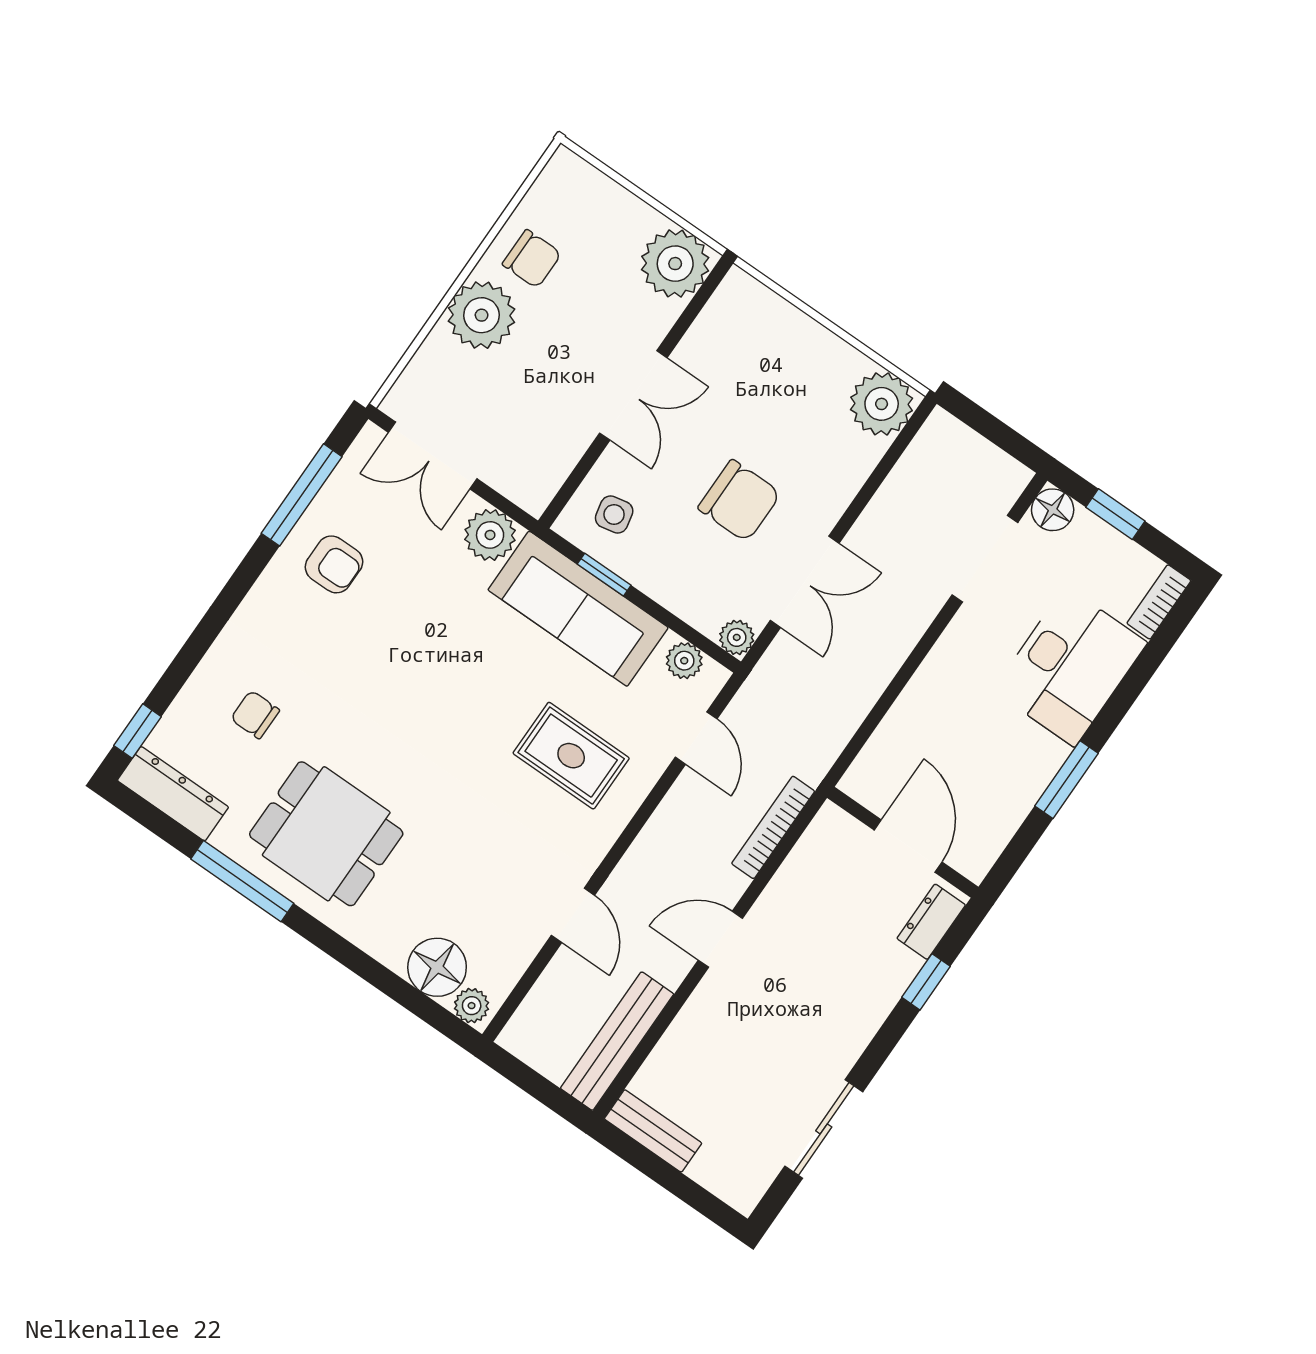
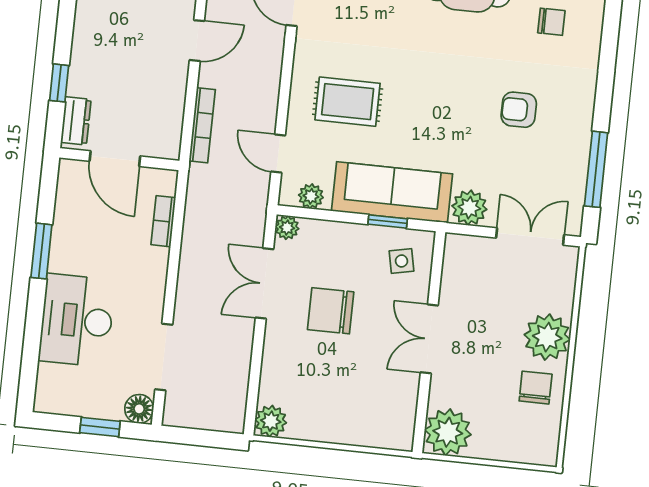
chair: (532, 259) -> (536, 388), turned 90
plant: (882, 404) -> (271, 421), width x0.73, depth x0.73
armchair: (334, 564) -> (519, 110), moved
bookcase: (1159, 602) -> (163, 221), moved, turned 180

